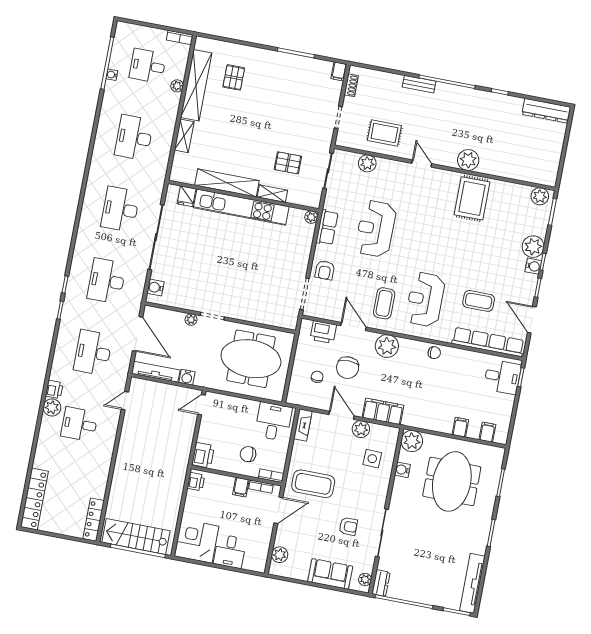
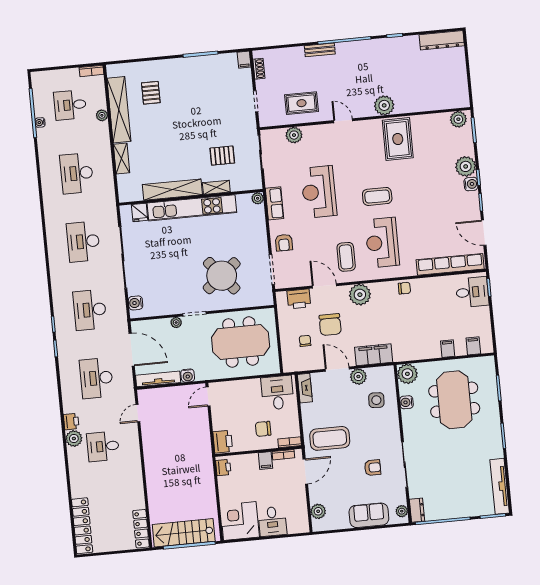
round table: (251, 285) -> (222, 276), added
coffee table: (479, 301) -> (377, 196), moved

